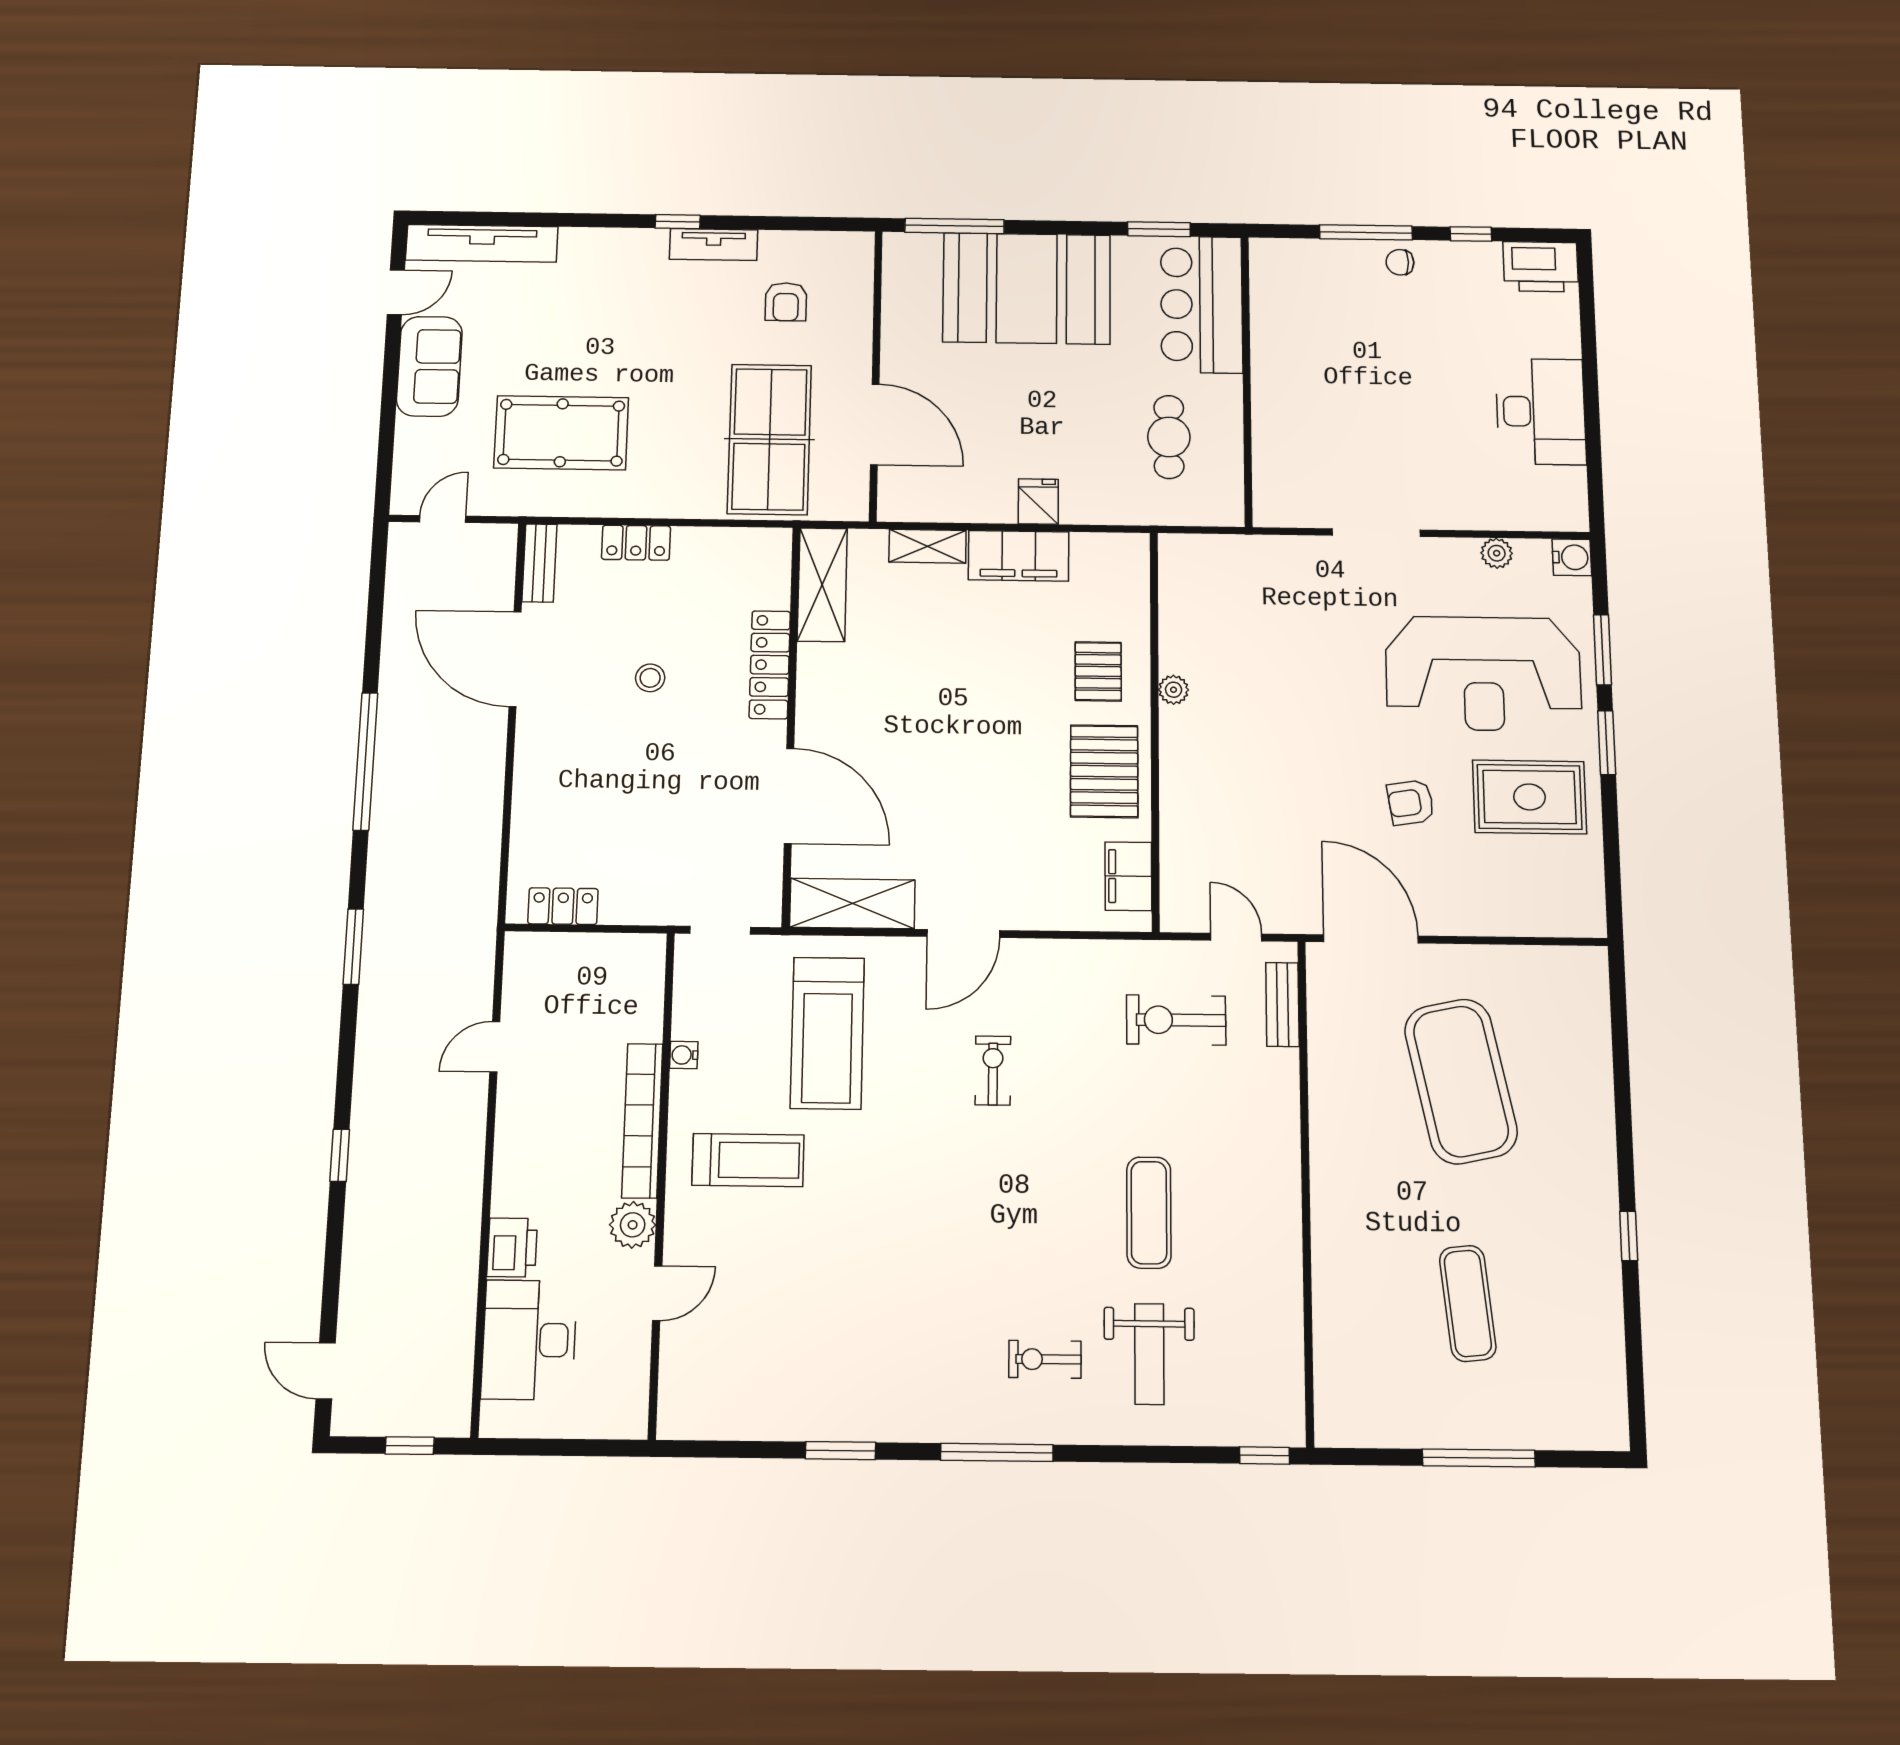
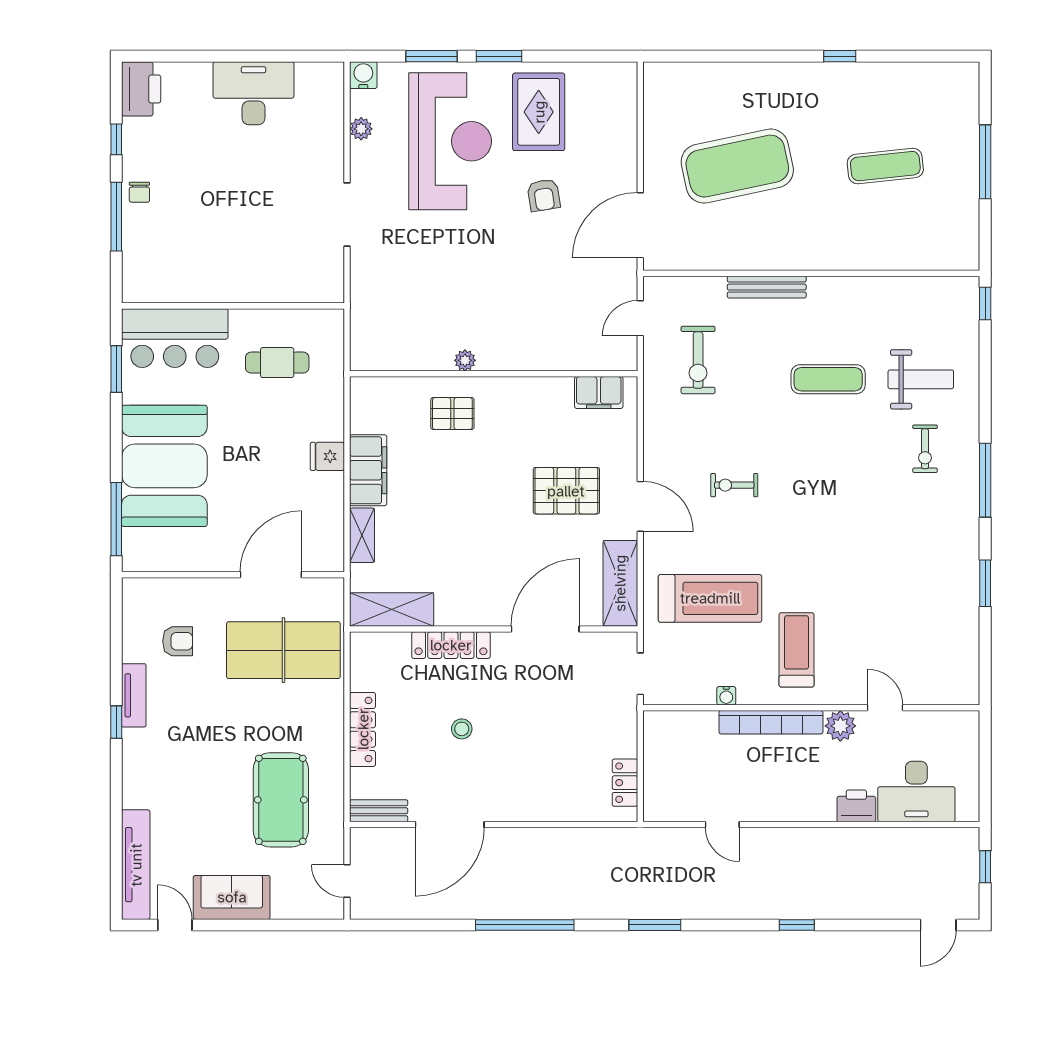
locker: (636, 543) -> (363, 729), width x1.53
pallet: (1104, 771) -> (566, 491), moved
bench: (1282, 1004) -> (767, 287), moved, width x1.36

